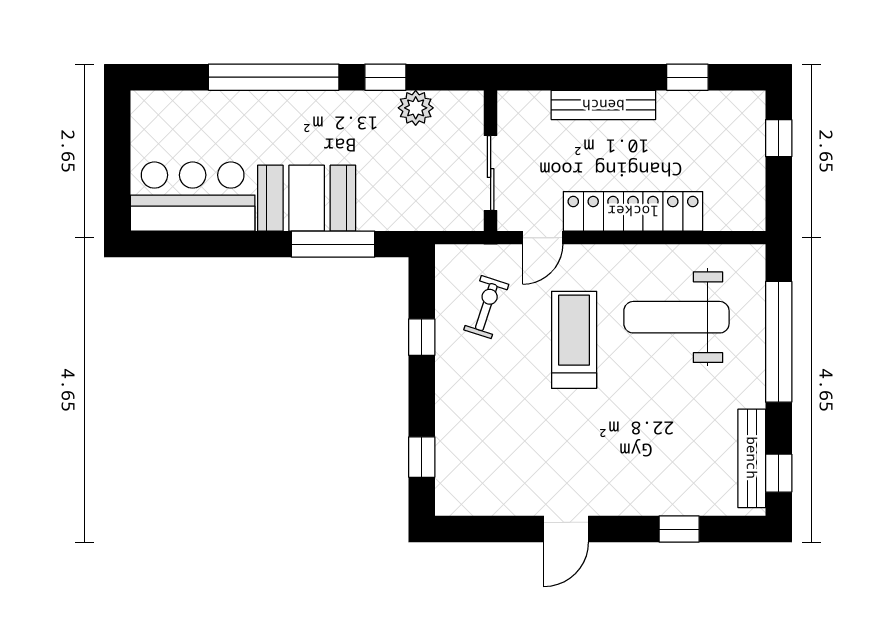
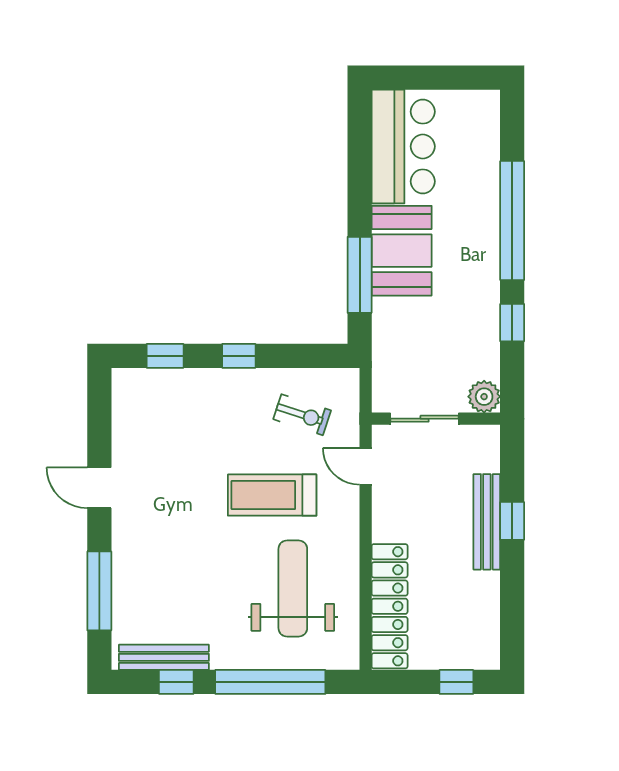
window: (687, 77) -> (512, 521), moved
plant: (416, 108) -> (484, 397), moved
locker: (633, 211) -> (390, 606), moved
window: (422, 337) -> (239, 356), moved
treadmill: (574, 340) -> (272, 495), turned 180
window: (779, 473) -> (176, 682), moved
window: (679, 529) -> (99, 591), width x2.17

